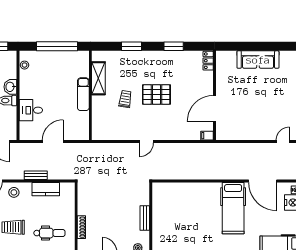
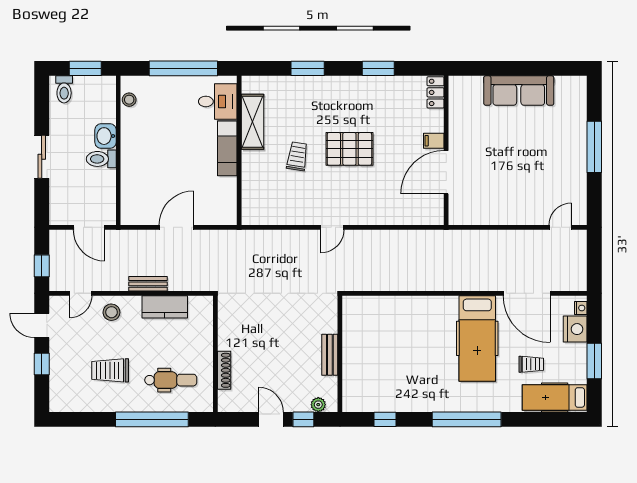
desk: (31, 110) -> (218, 101), moved, turned 180
filing cabinet: (207, 136) -> (434, 141), moved
trolley: (265, 224) -> (531, 364), added

